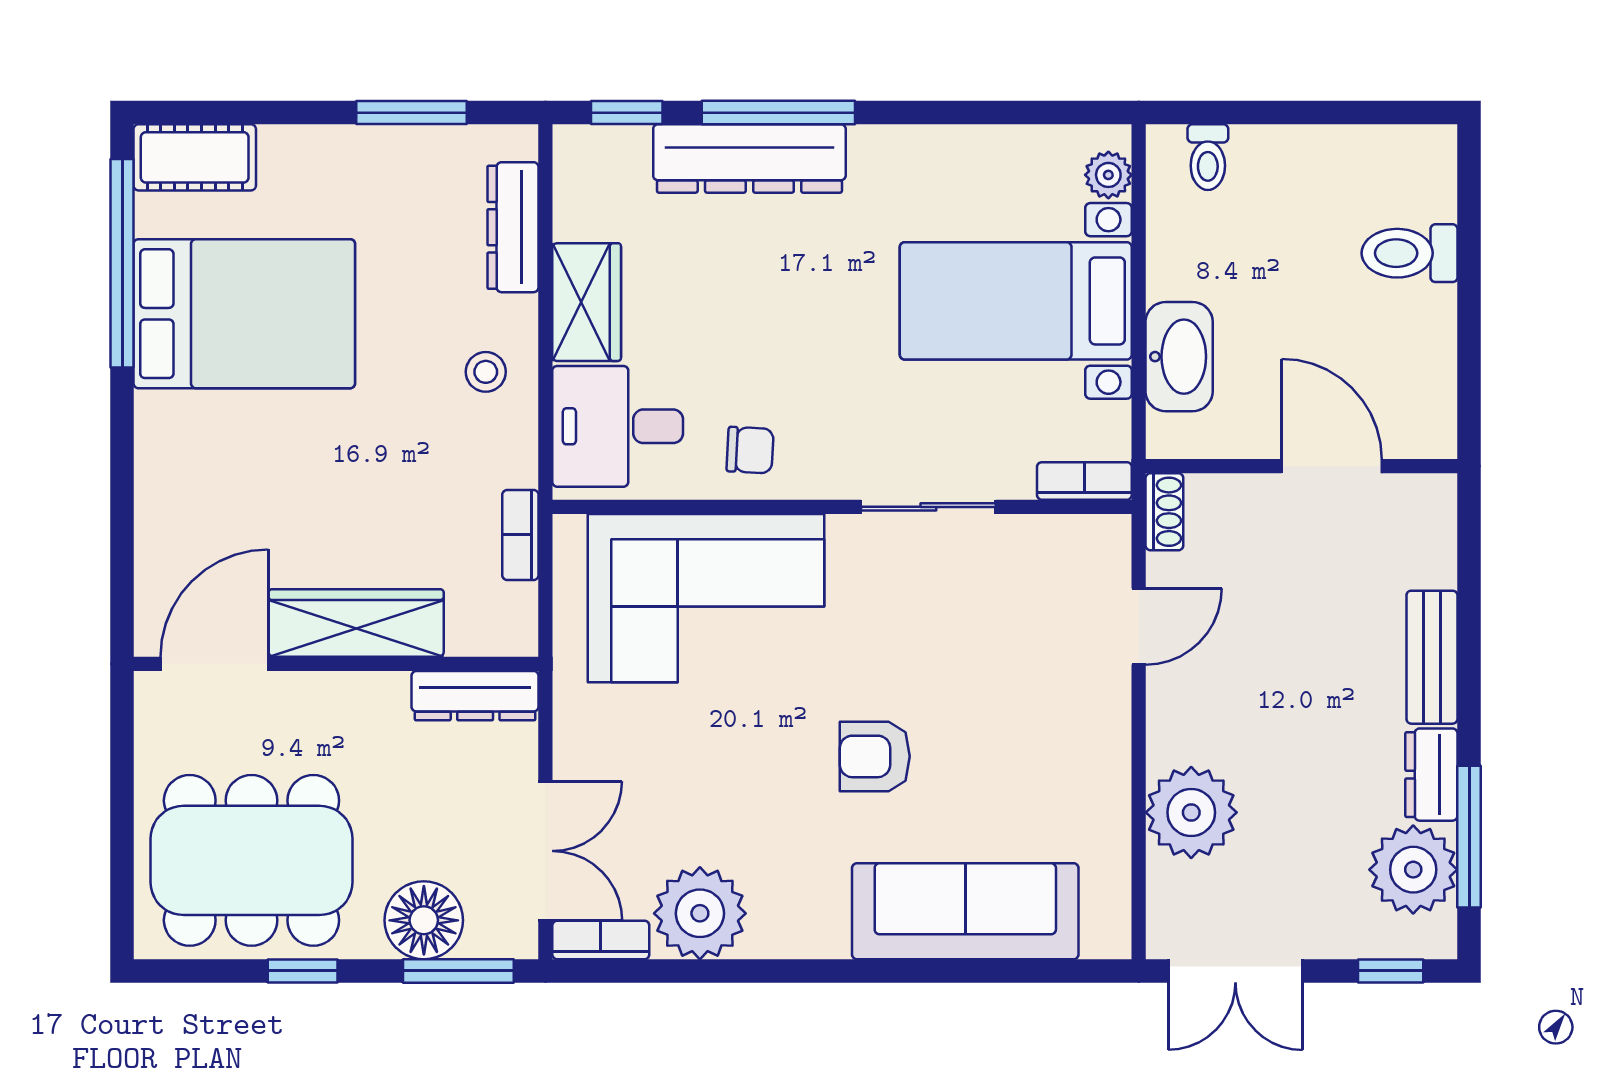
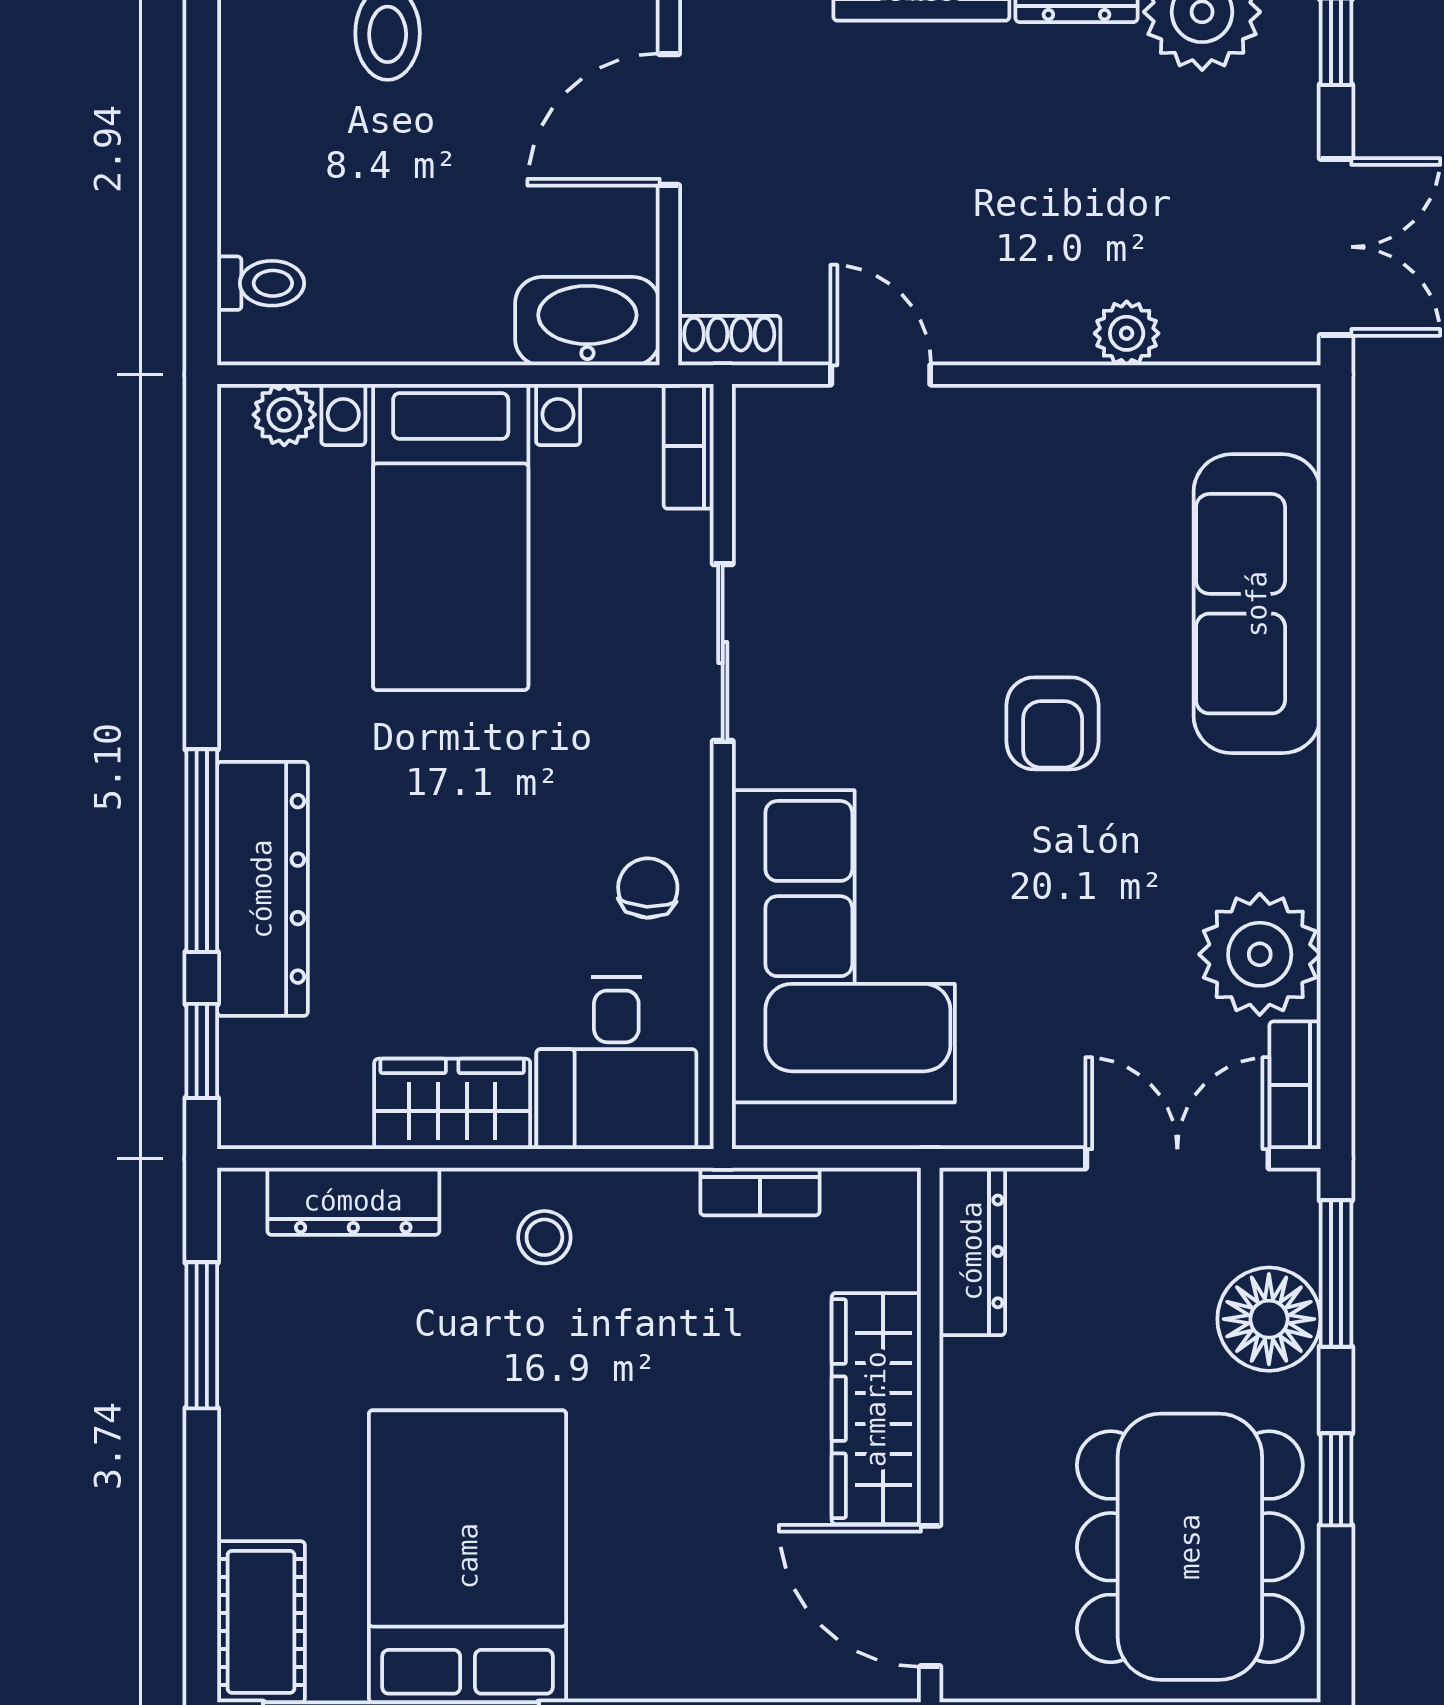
washbasin: (1179, 357) -> (587, 321), moved
plant: (1191, 812) -> (1127, 333), width x0.53, depth x0.53

